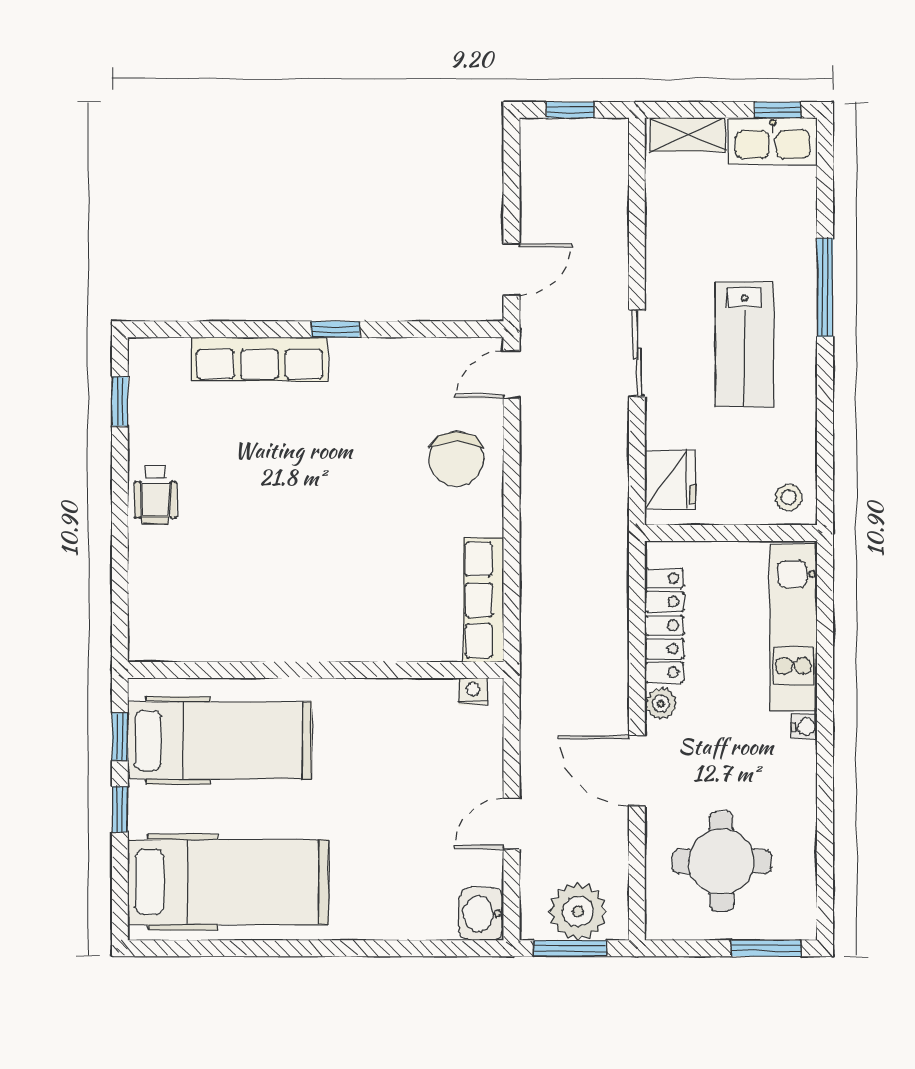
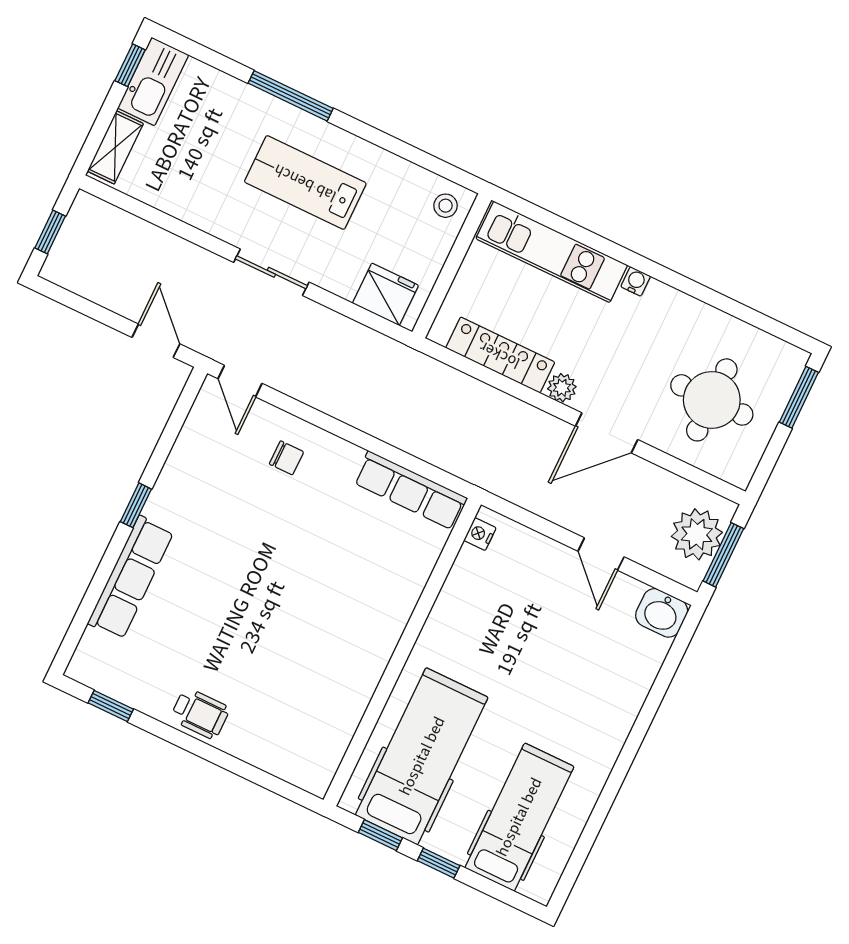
lab bench: (744, 344) -> (305, 183), turned 180
chair: (456, 459) -> (286, 458), width x0.54, depth x0.54
hospital bed: (228, 882) -> (519, 817), width x0.73, depth x0.78

